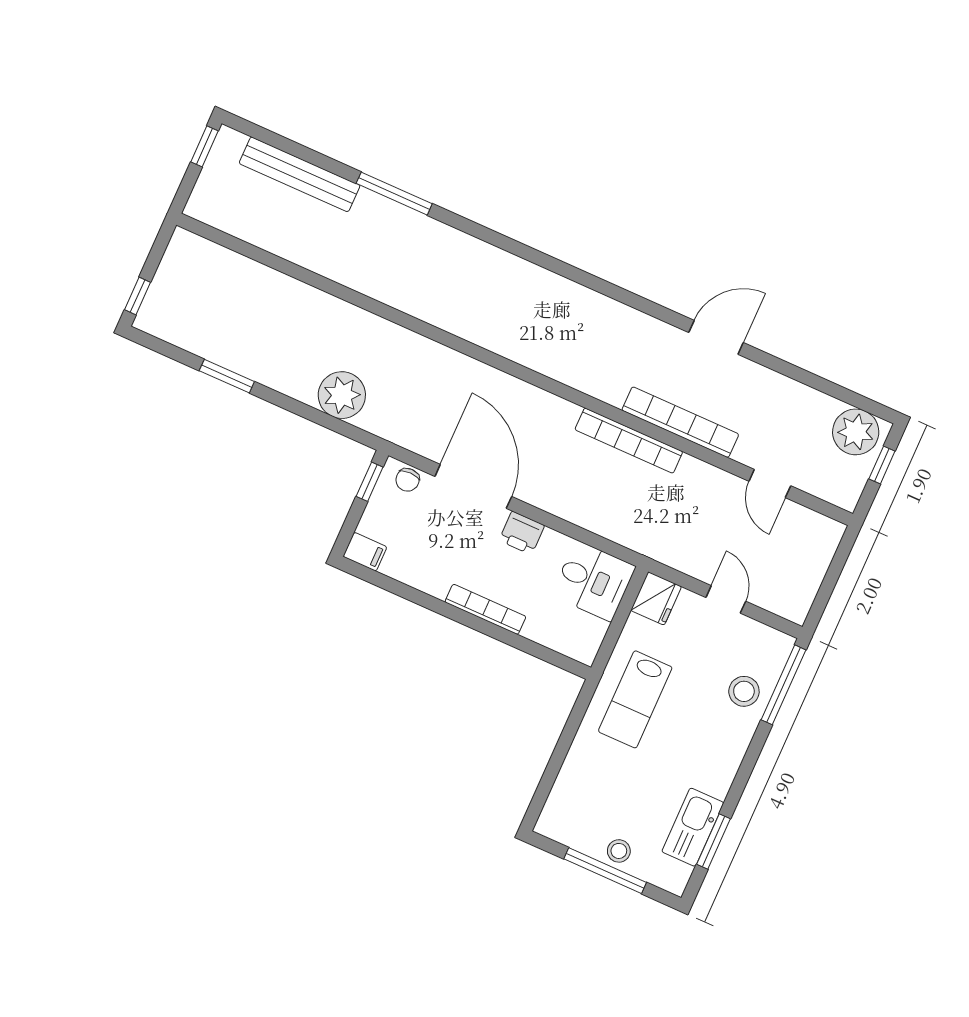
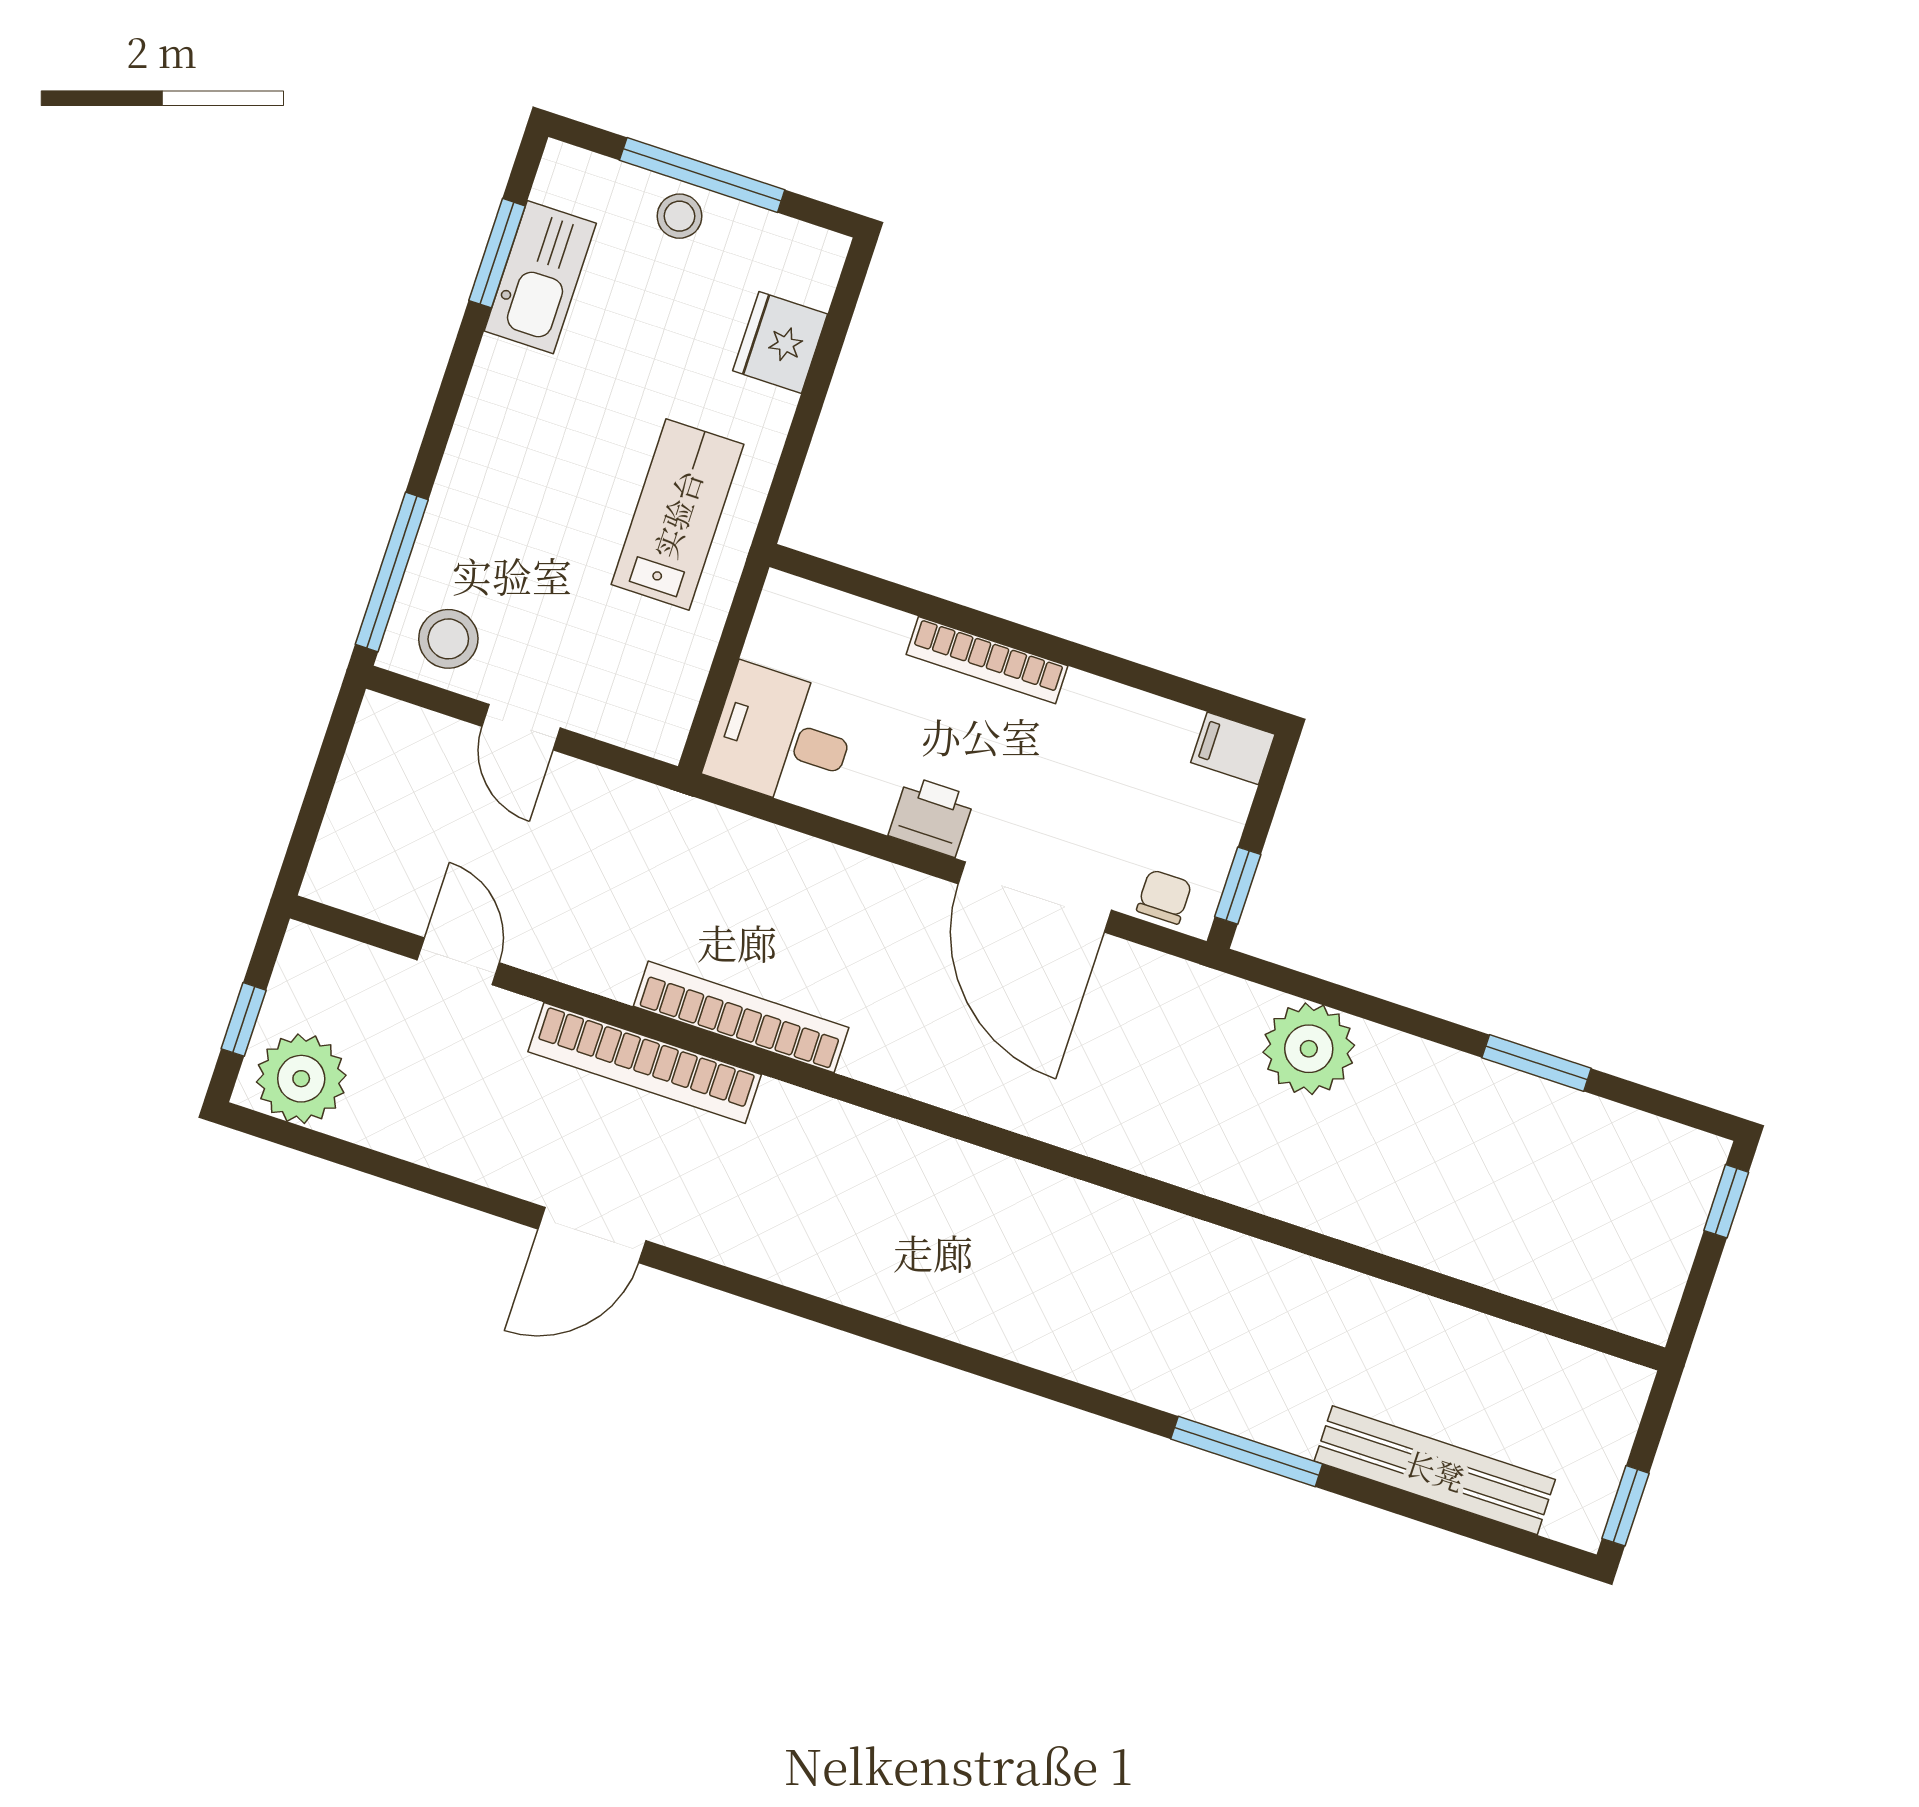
fridge: (656, 598) -> (780, 342), moved
stool: (744, 691) -> (448, 639), moved

